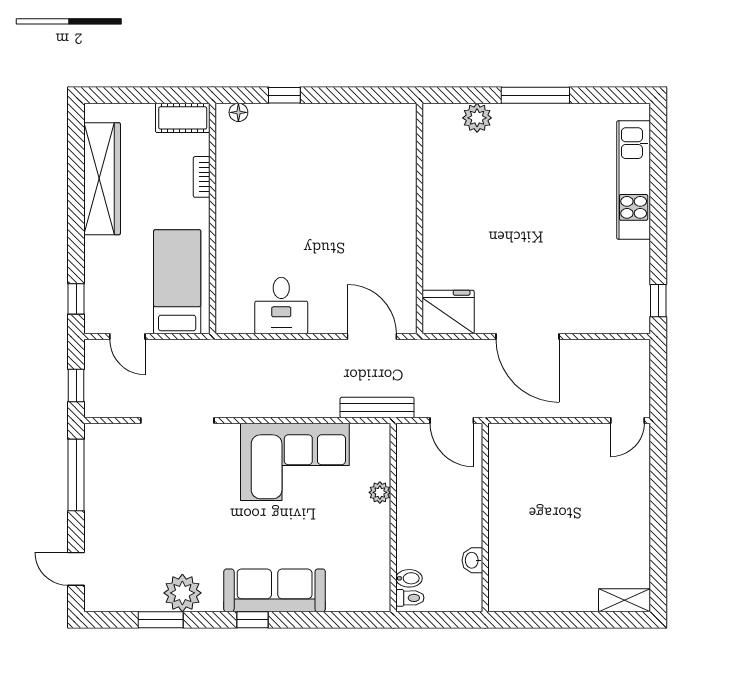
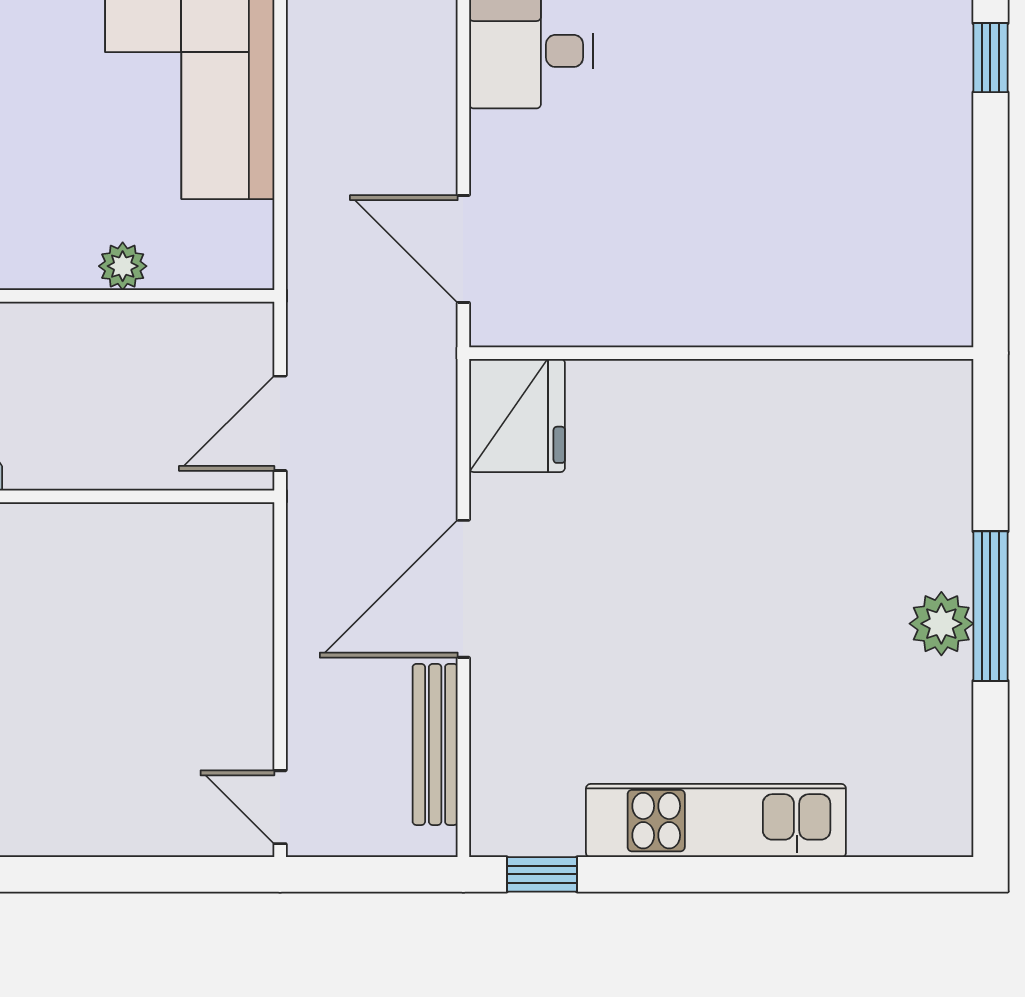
plant: (477, 118) -> (941, 624), moved
kitchen unit: (634, 180) -> (716, 821), moved
door: (372, 337) -> (463, 249), swing flipped
bench: (377, 408) -> (435, 744), moved

